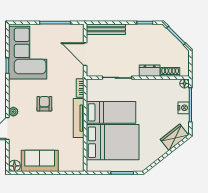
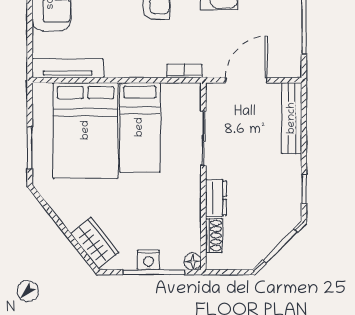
tv unit: (79, 118) -> (68, 68), moved

